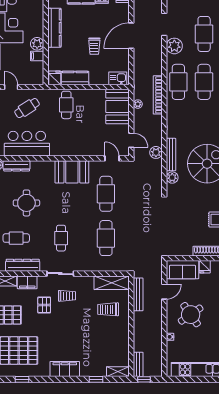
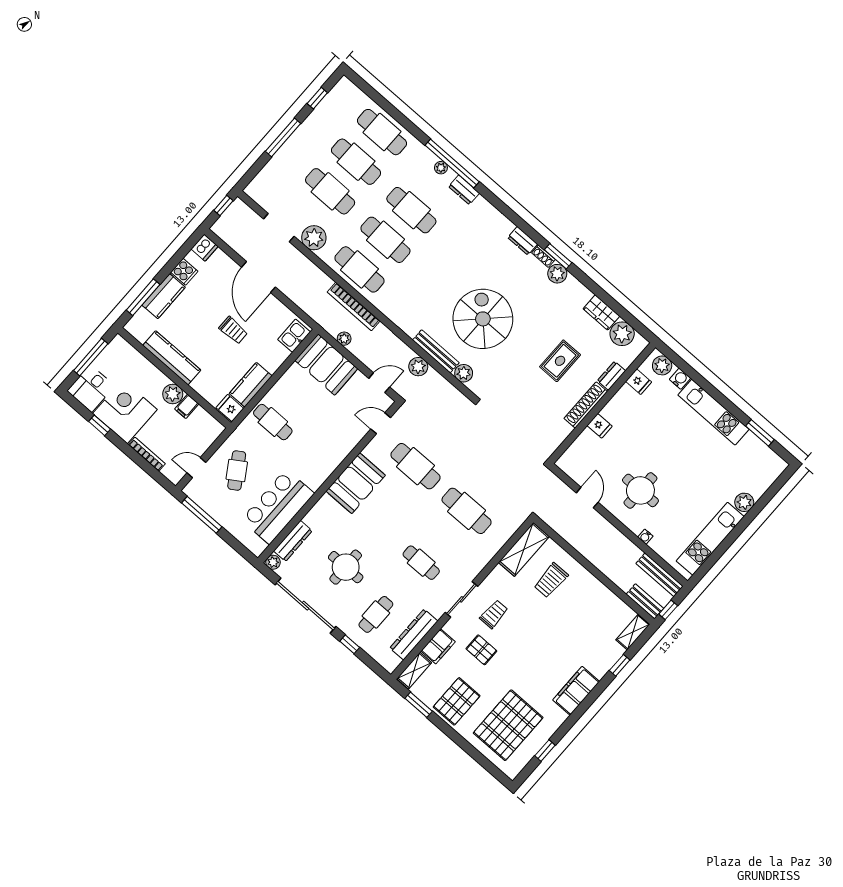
sofa: (182, 270) -> (580, 454), removed
bench: (138, 294) -> (659, 575), moved
round table: (191, 315) -> (640, 490), turned 35

